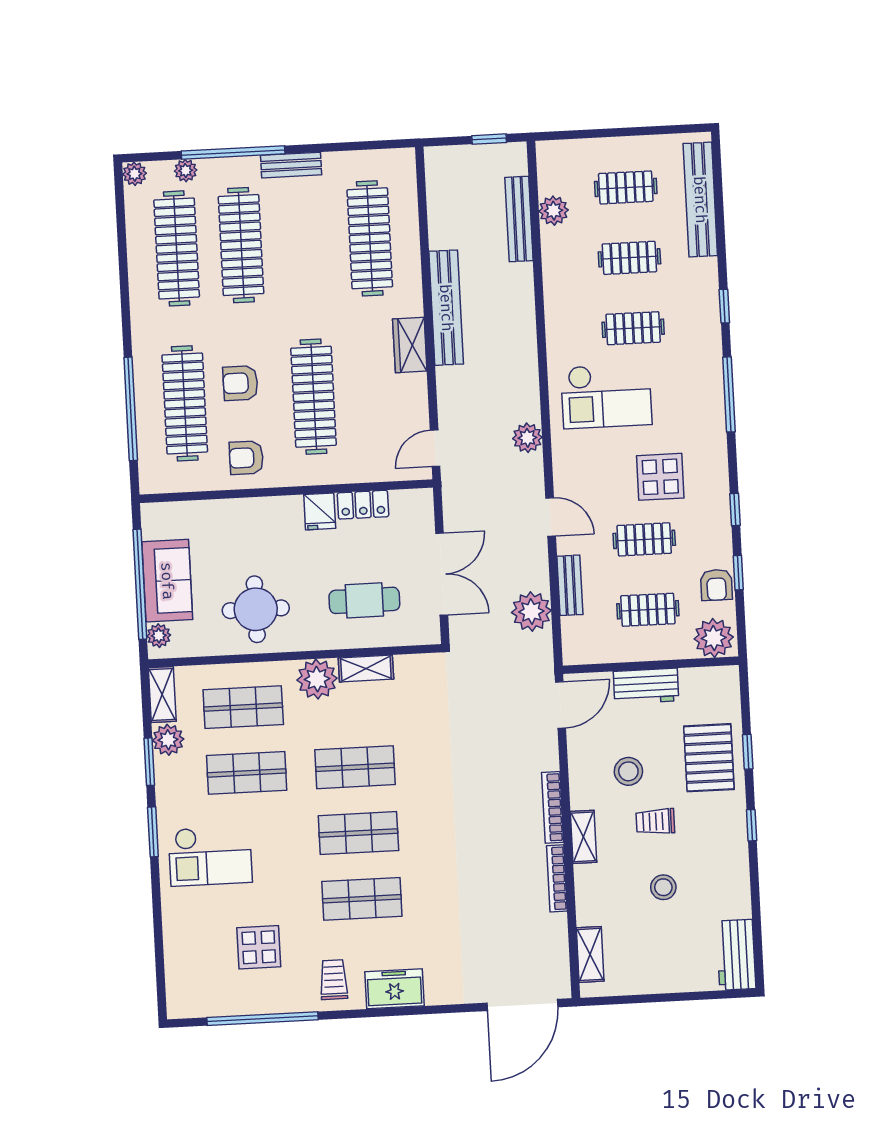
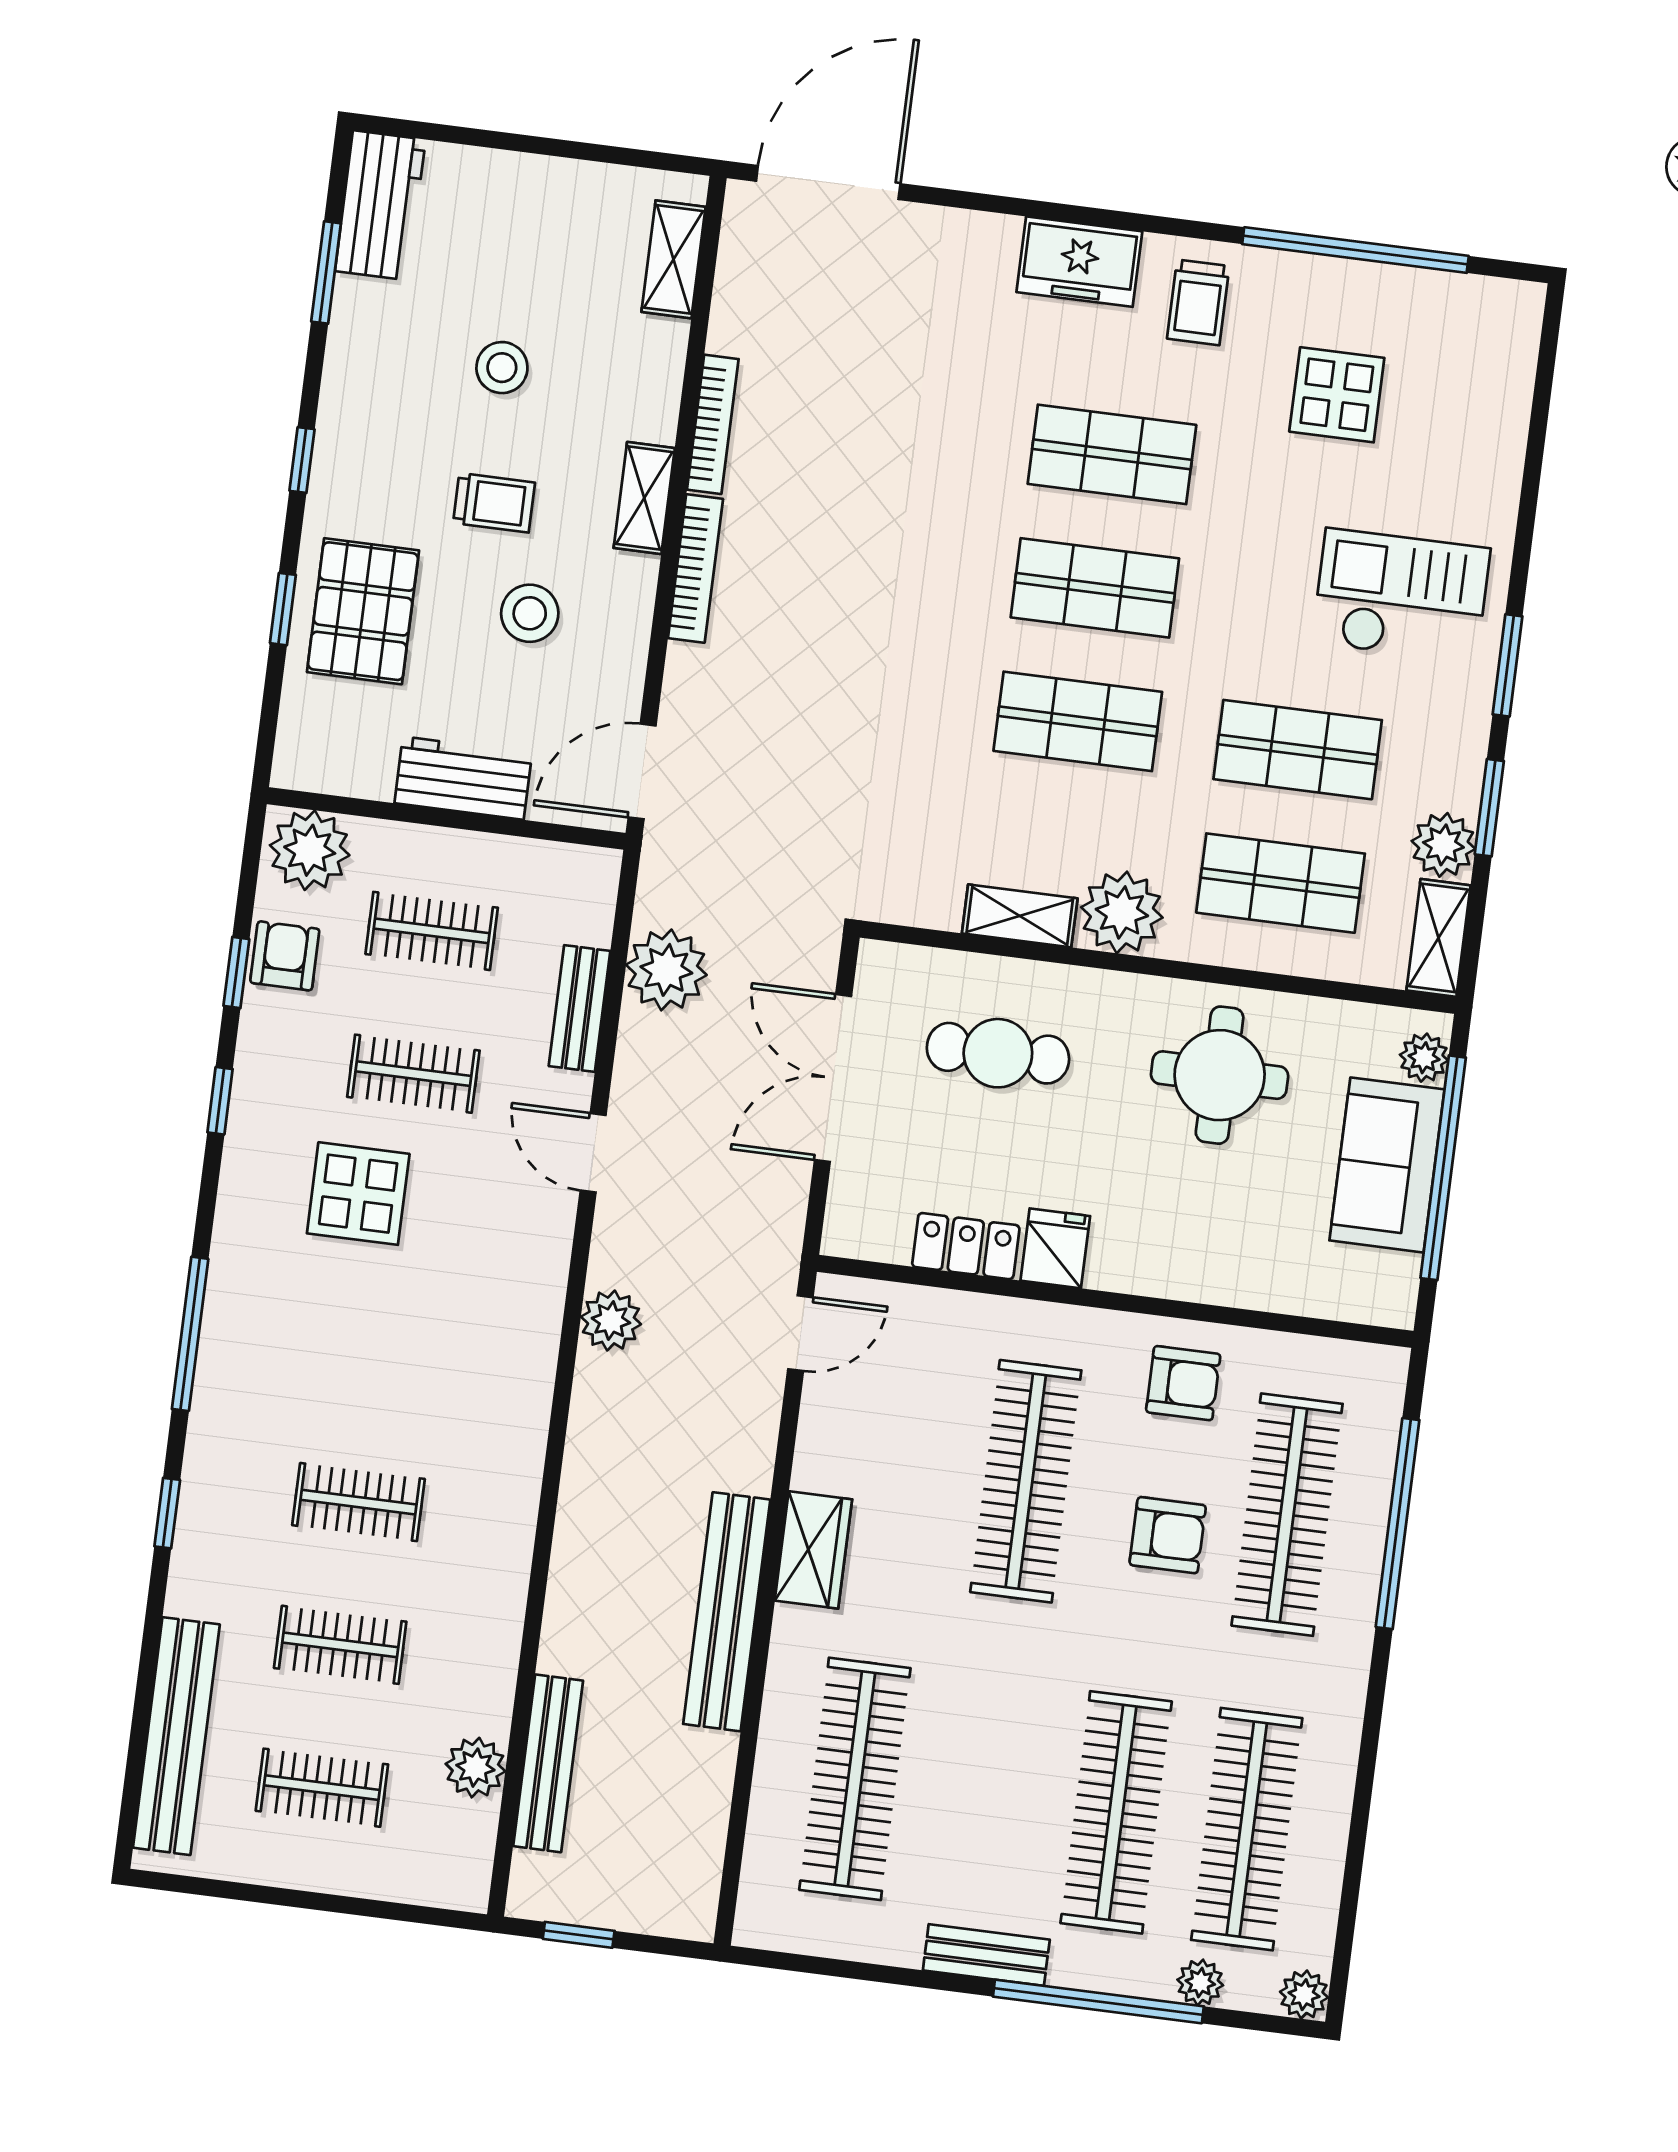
checkout: (606, 396) -> (437, 1376), removed
window: (756, 918) -> (326, 272), added

